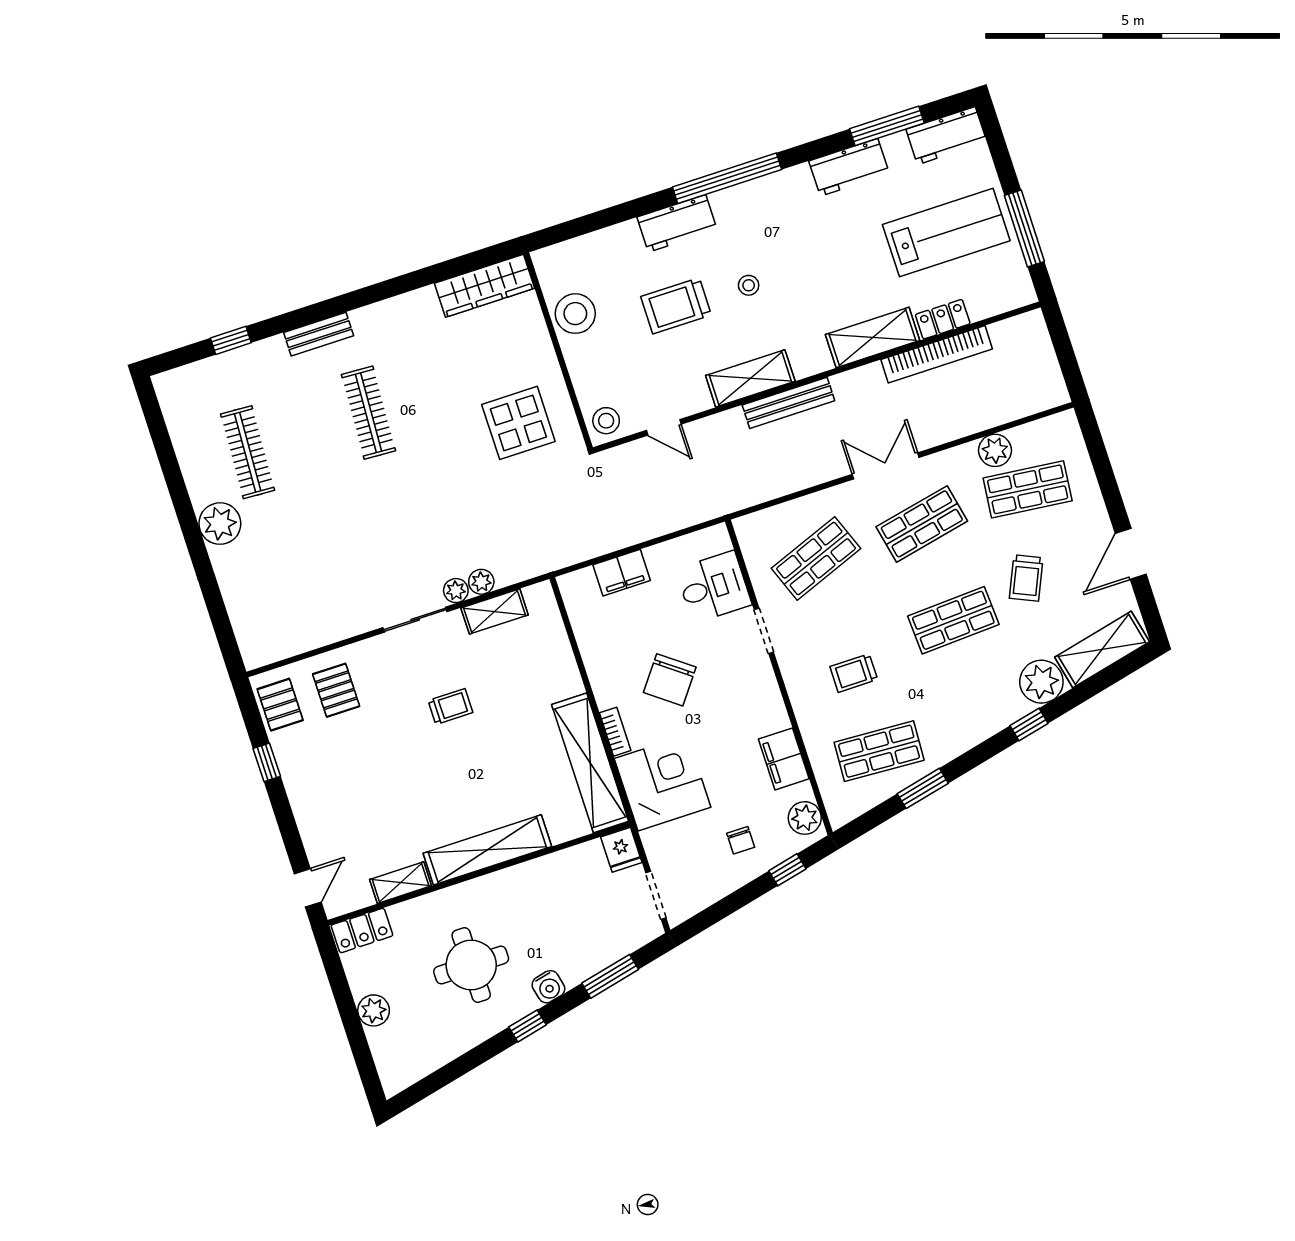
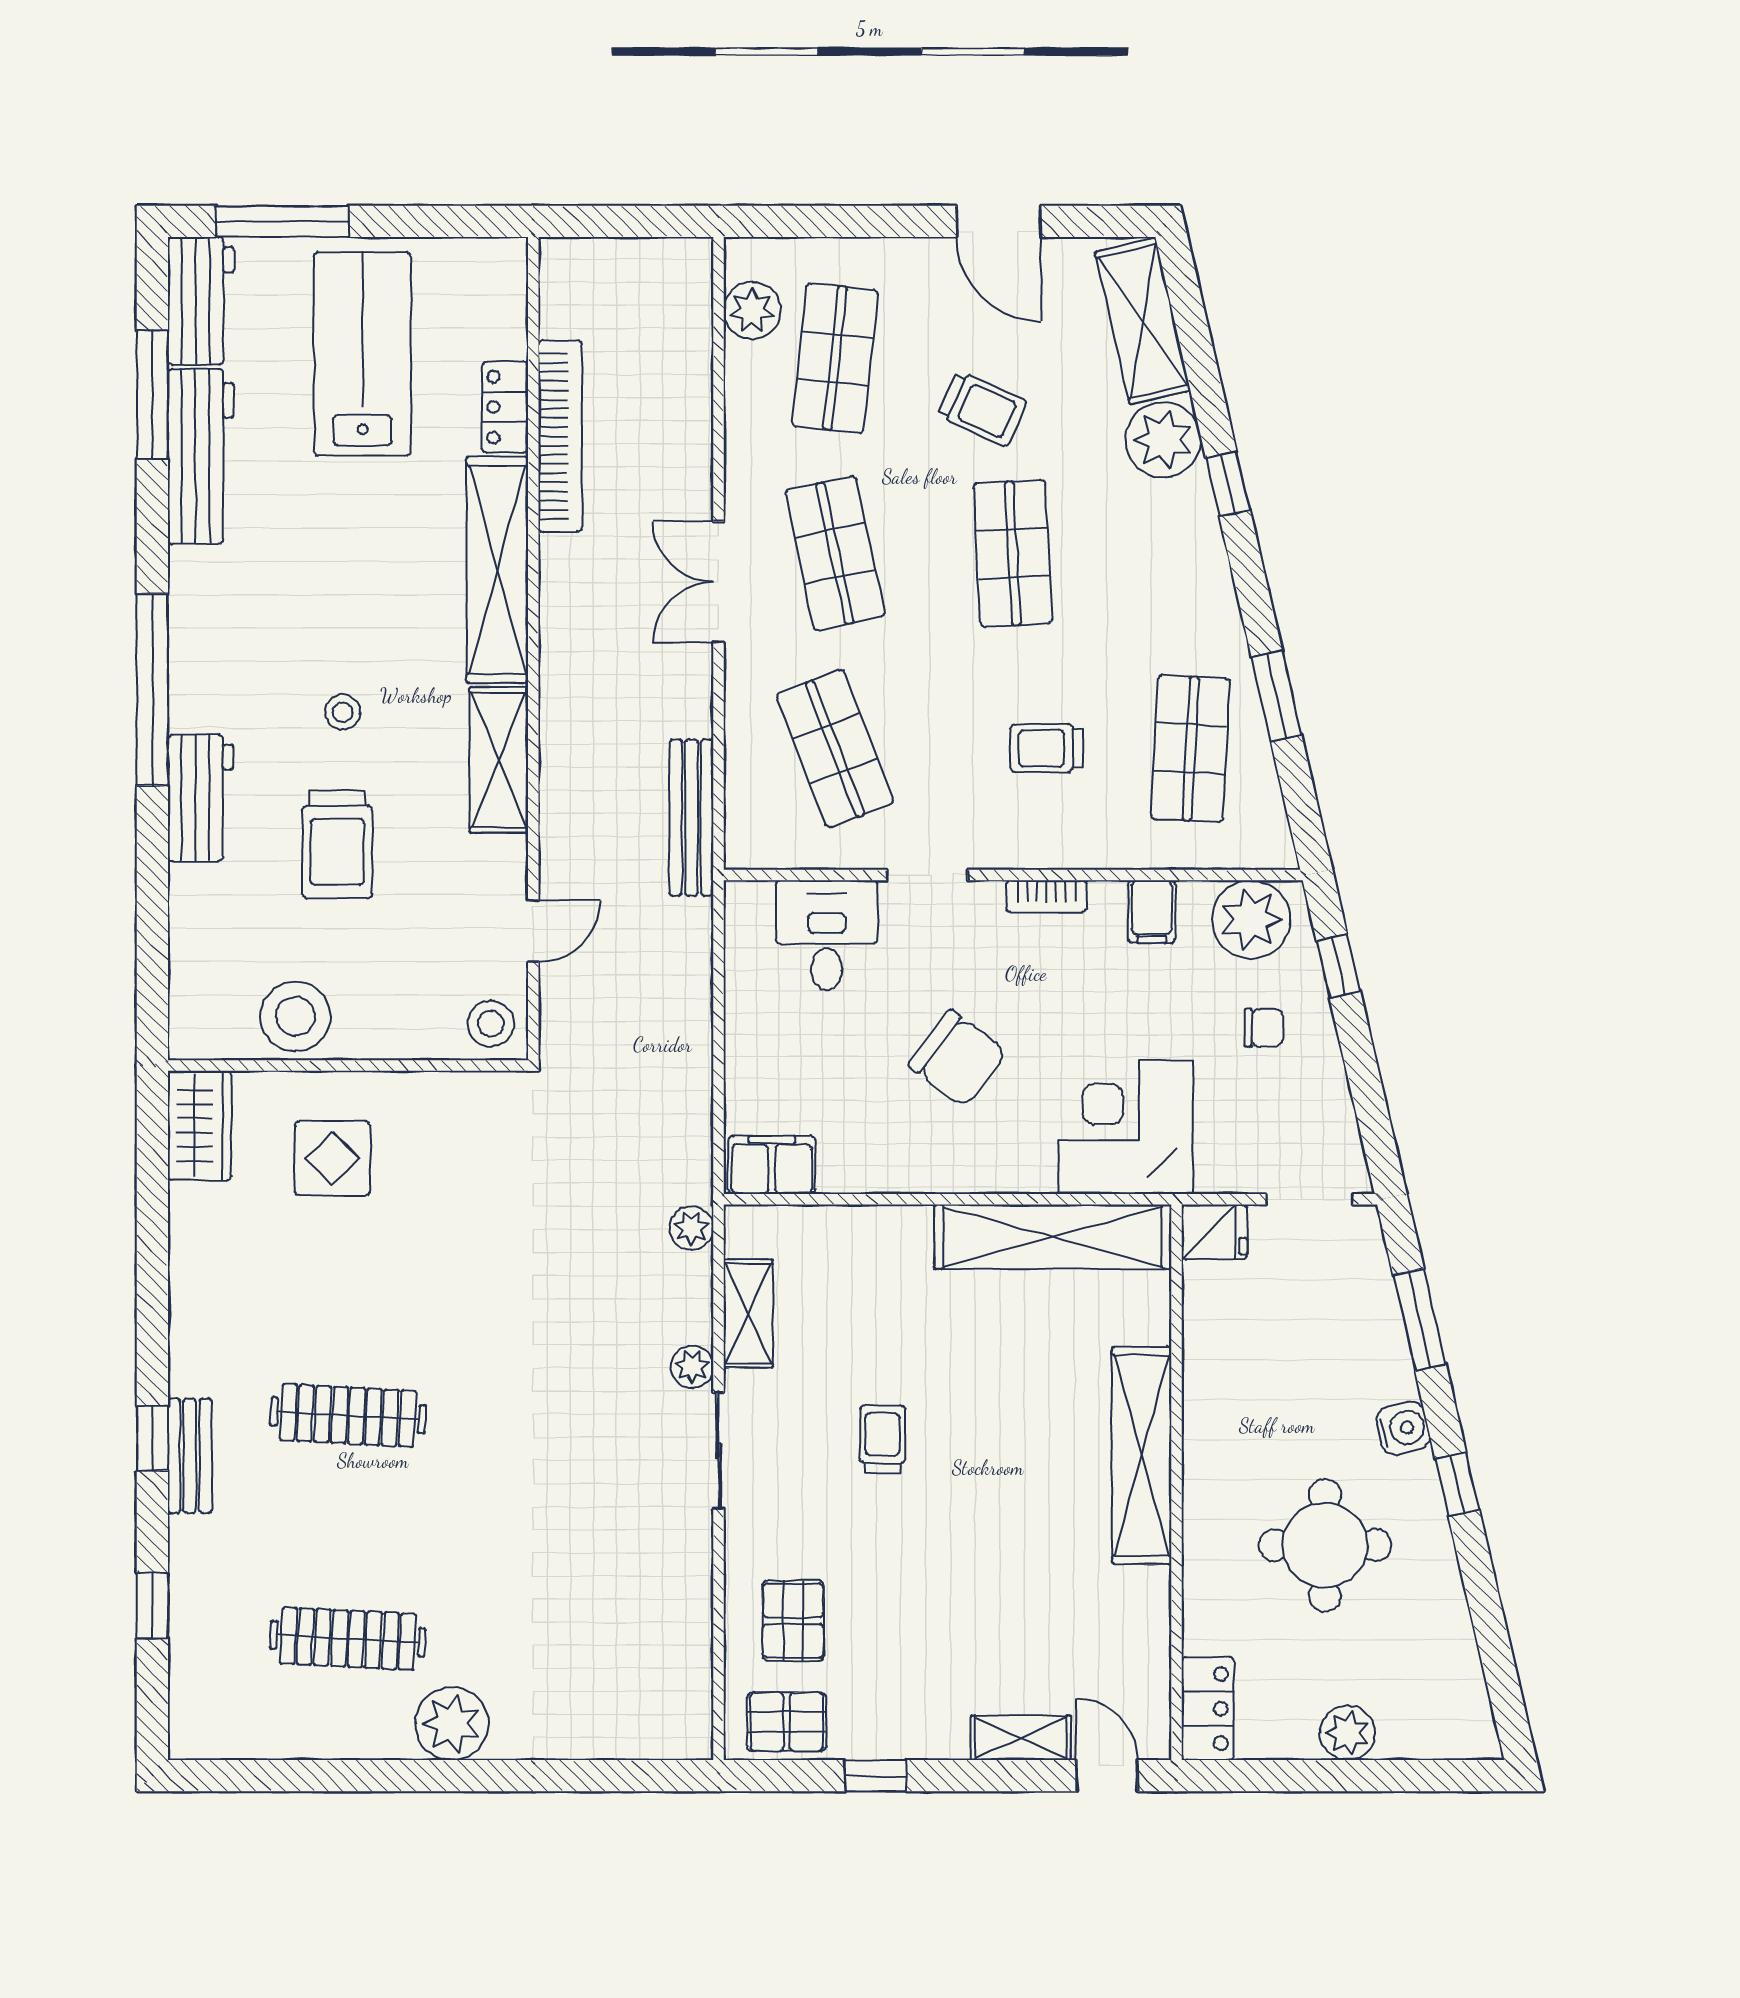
workbench: (849, 167) -> (201, 456), width x1.38
window: (1024, 229) -> (282, 221), moved
wardrobe: (485, 286) -> (200, 1125), width x0.67
window: (321, 311) -> (152, 1438), added
shelving: (873, 337) -> (497, 570), width x1.47
bench: (788, 403) -> (691, 817), moved
display table: (518, 423) -> (332, 1158), moved, width x0.73, depth x0.73
plant: (995, 450) -> (752, 310), moved
filing cabinet: (622, 573) -> (772, 1165), moved, turned -90
plant: (481, 582) -> (691, 1228), moved
trolley: (854, 673) -> (1047, 748), turned 90
pallet: (336, 690) -> (793, 1621), turned 90
bookcase: (615, 732) -> (1046, 896), moved, turned 180
filing cabinet: (784, 759) -> (1152, 912), width x0.50
plant: (805, 818) -> (1251, 919), width x1.36, depth x1.36
shelving: (401, 883) -> (1021, 1738), moved, turned 90

